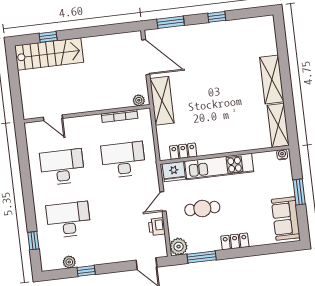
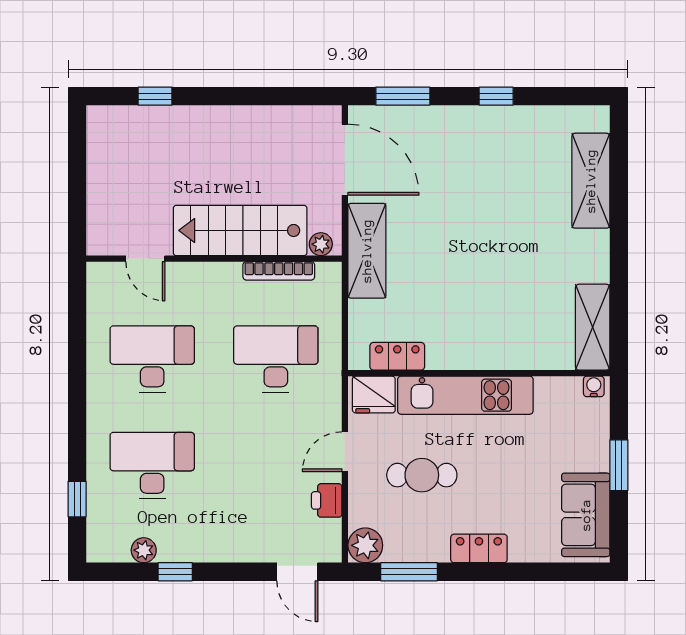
stairs: (49, 54) -> (240, 230), moved, turned 180
shelving: (272, 80) -> (591, 181), moved

